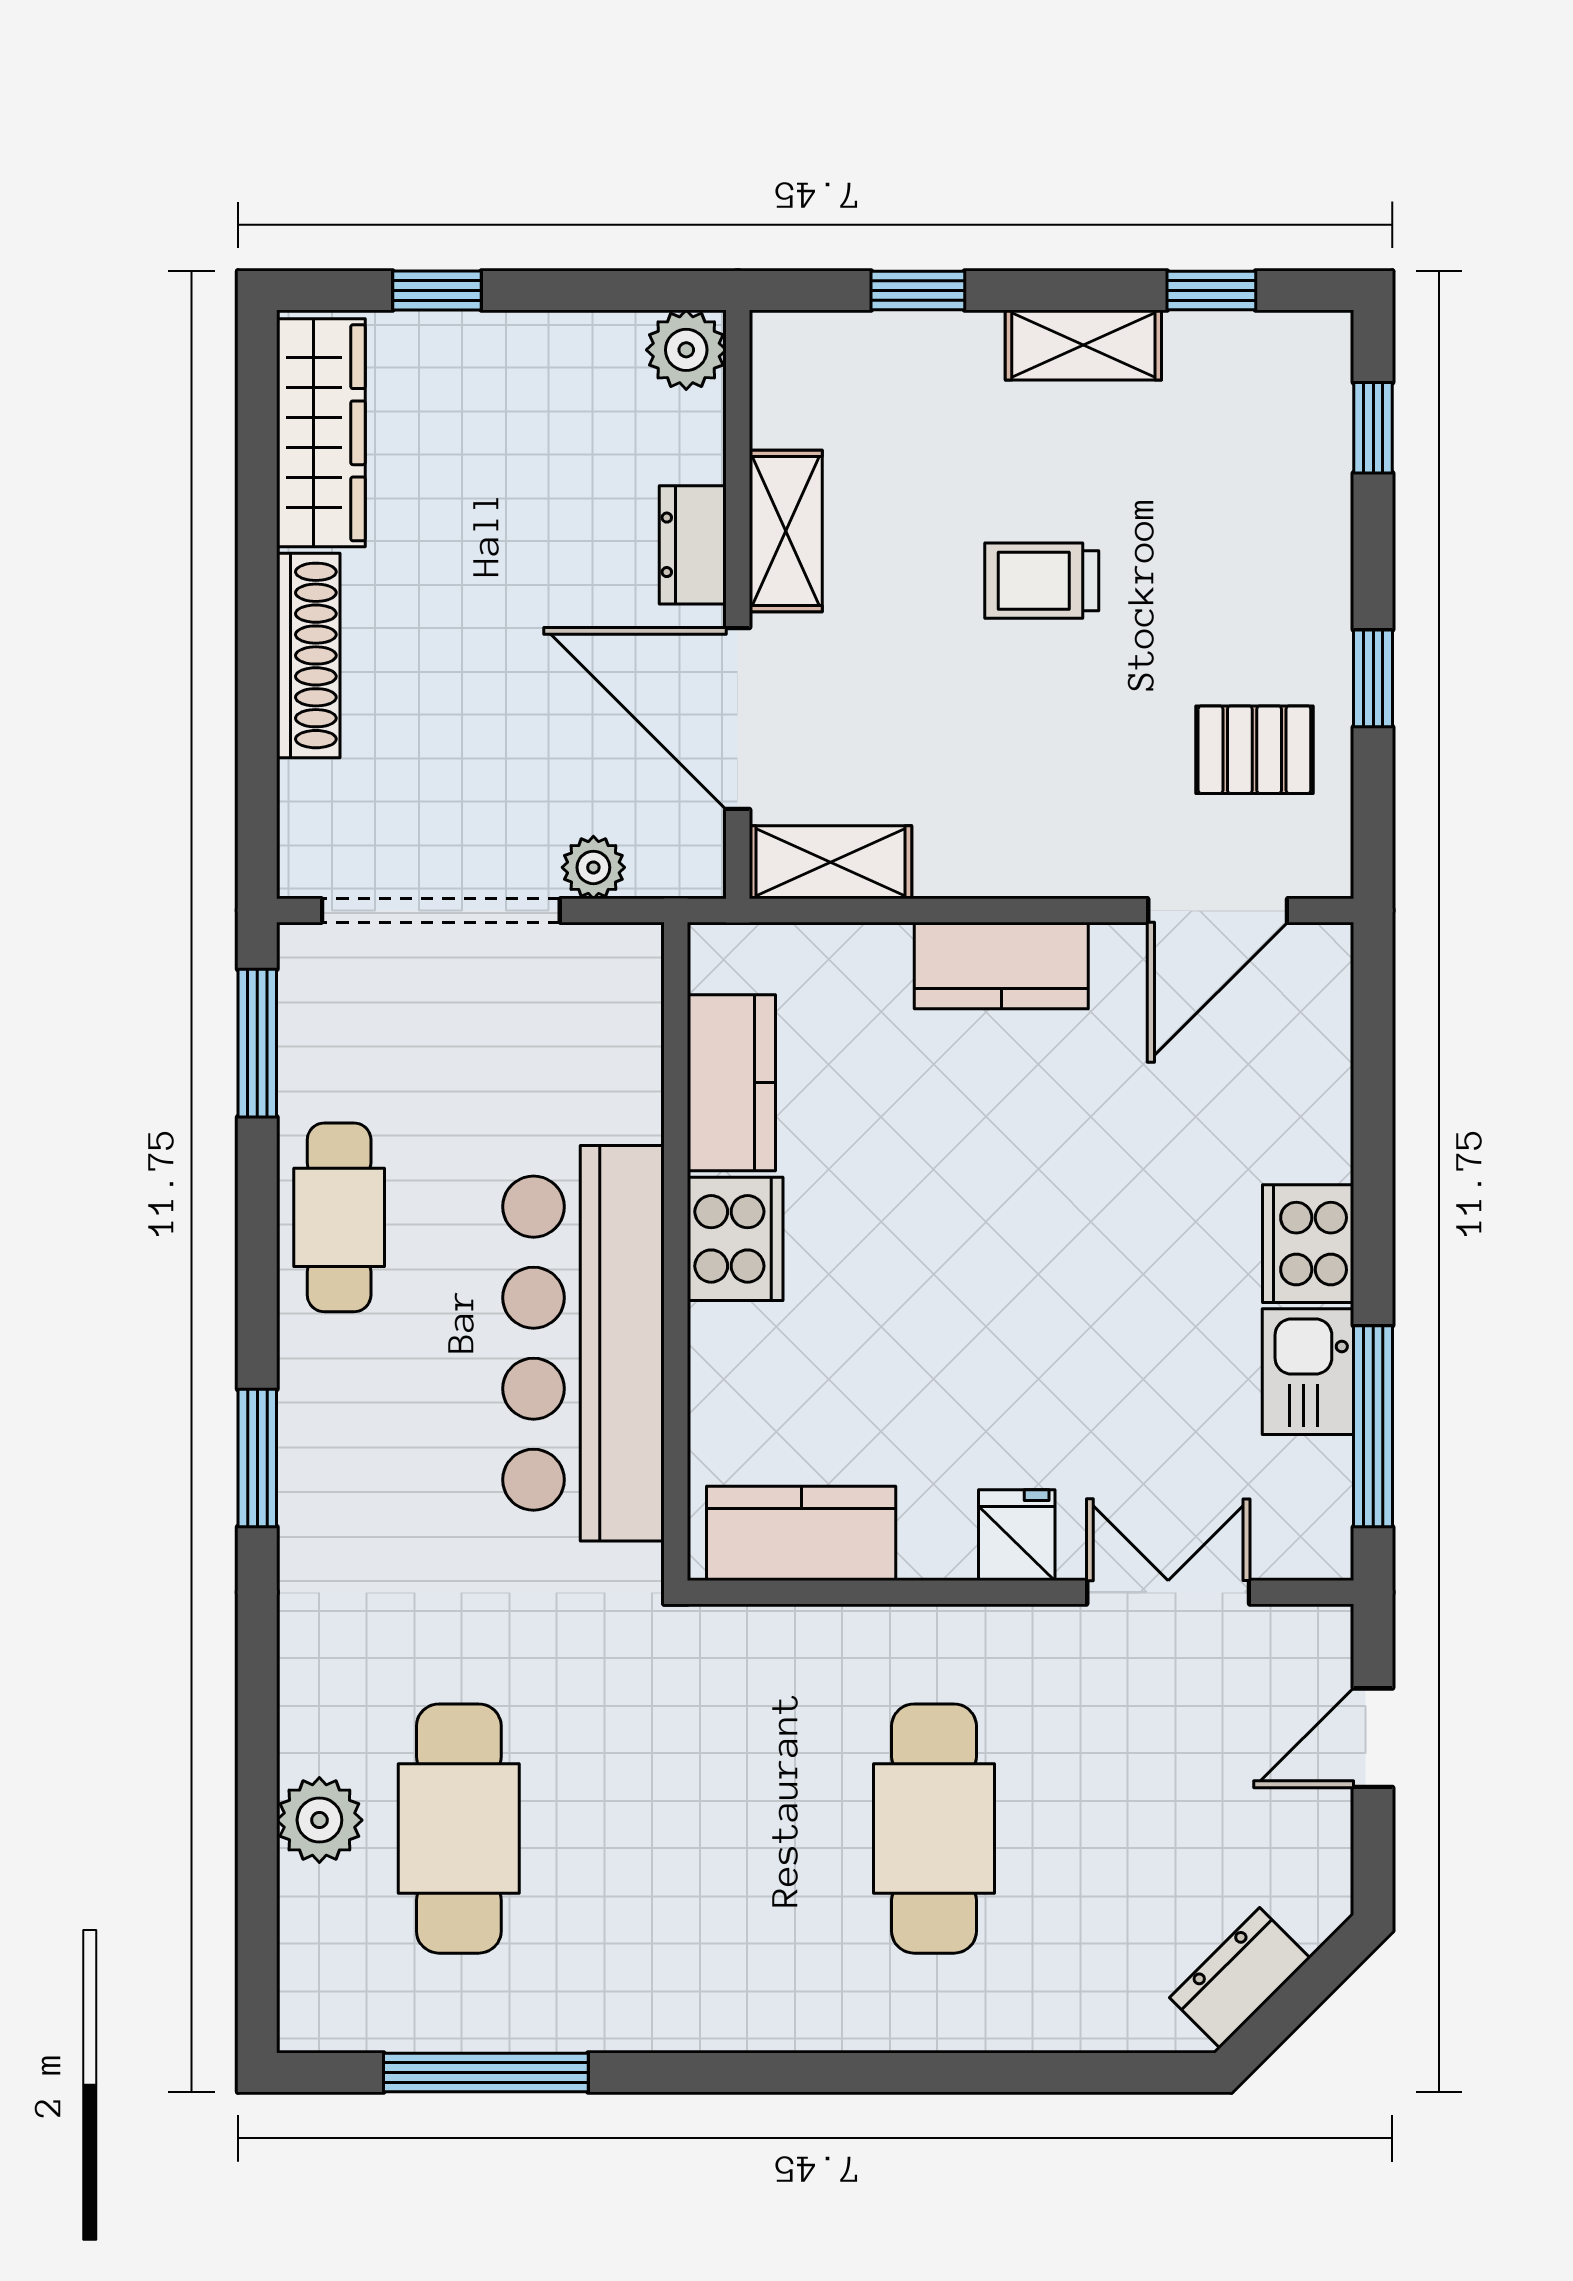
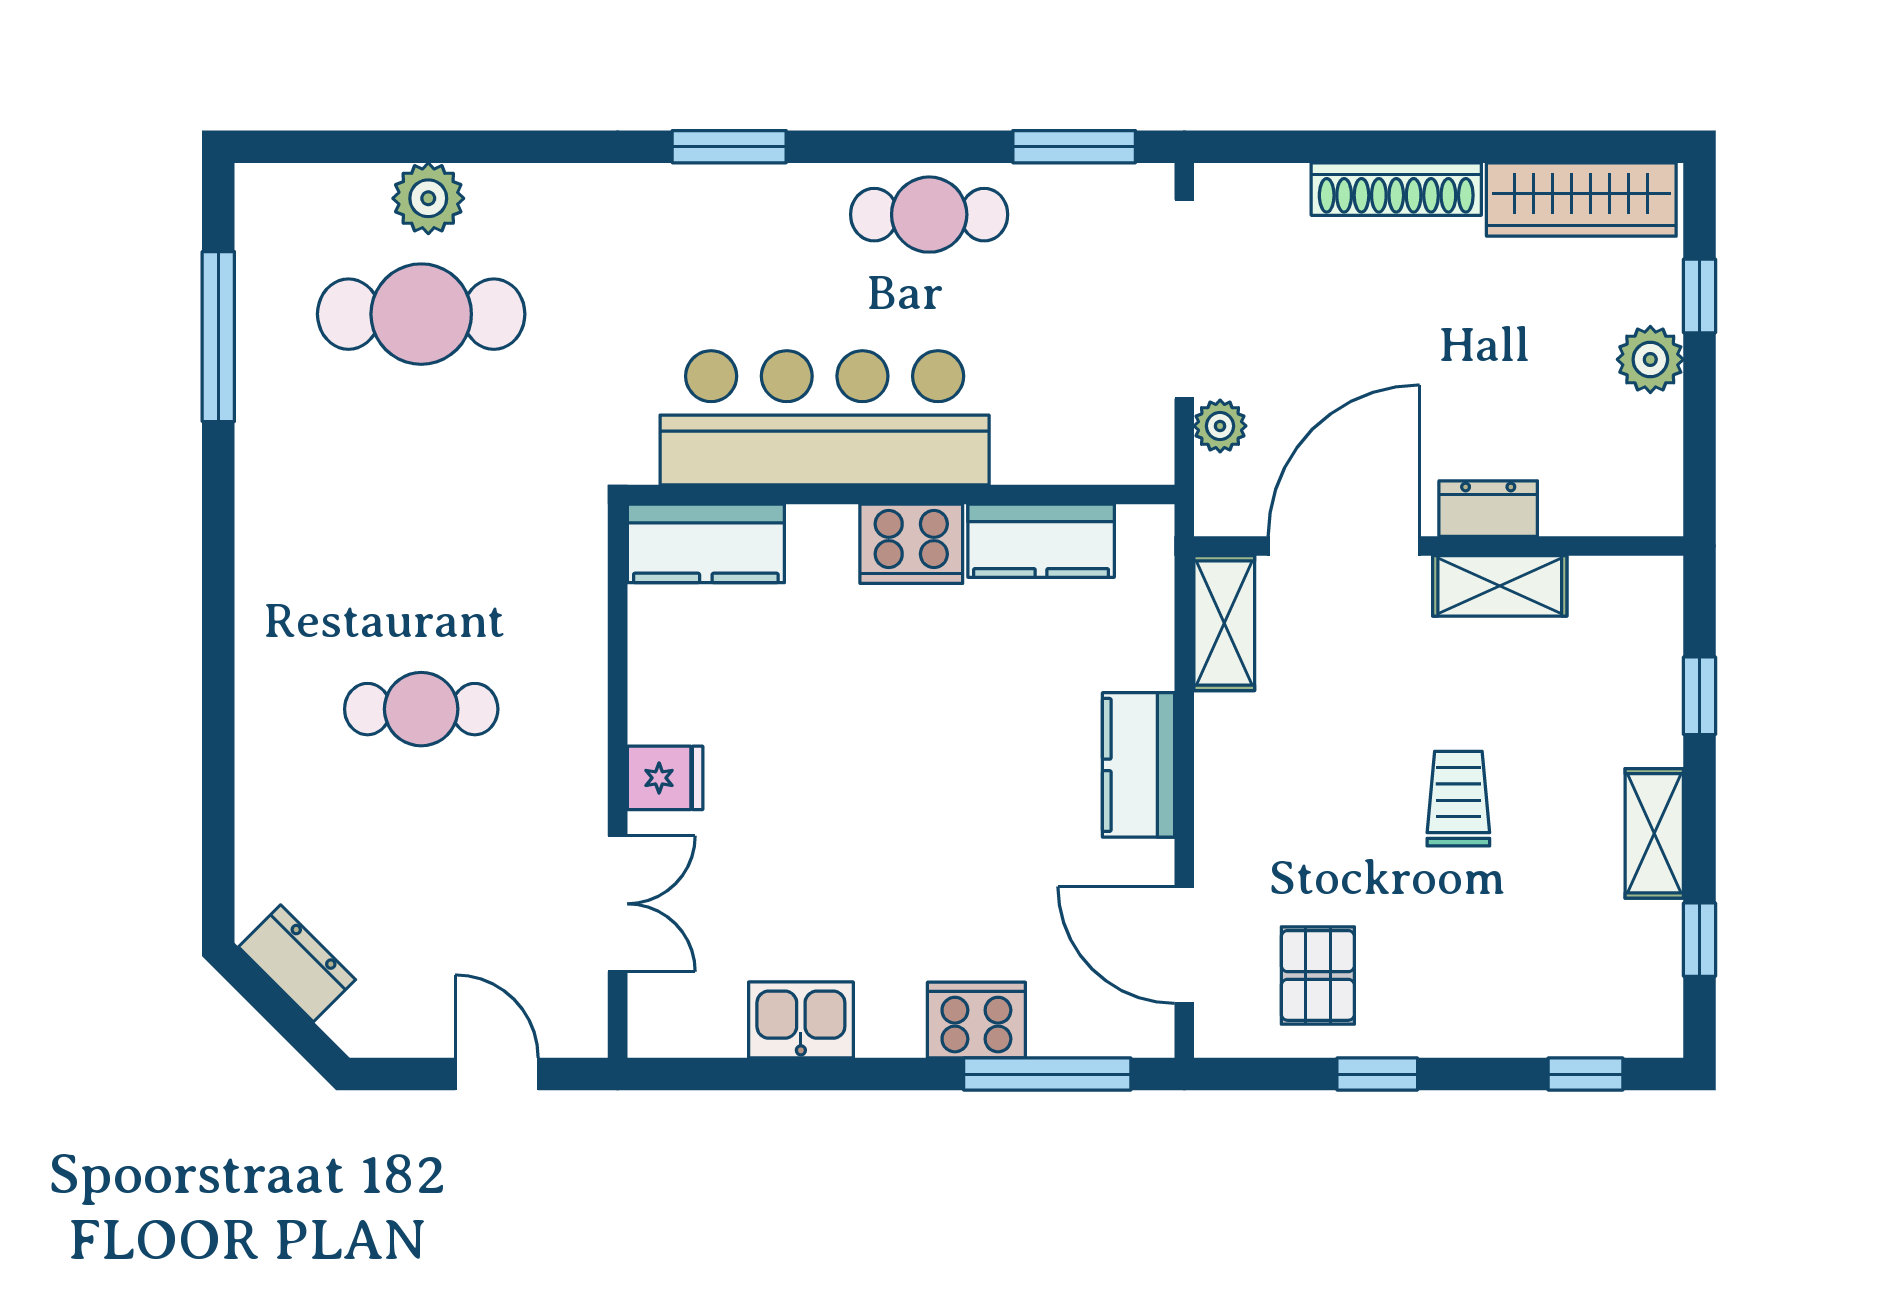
plant: (686, 350) -> (1650, 359), moved
cooker: (1308, 1244) -> (976, 1020), moved
window: (1373, 1426) -> (1047, 1074), moved
kitchen counter: (801, 1533) -> (706, 543), moved, turned 90
cafe table: (934, 1829) -> (421, 709), width x0.73, depth x0.74

